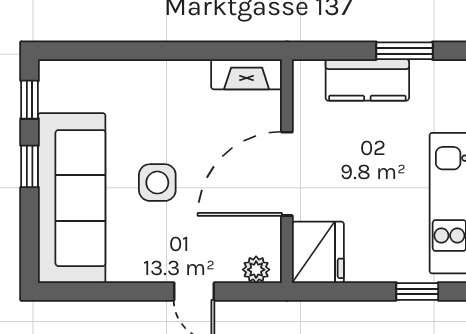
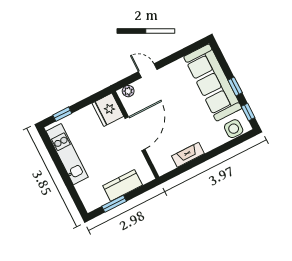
fireplace: (247, 74) -> (188, 155), moved
side table: (157, 183) -> (234, 129), moved

